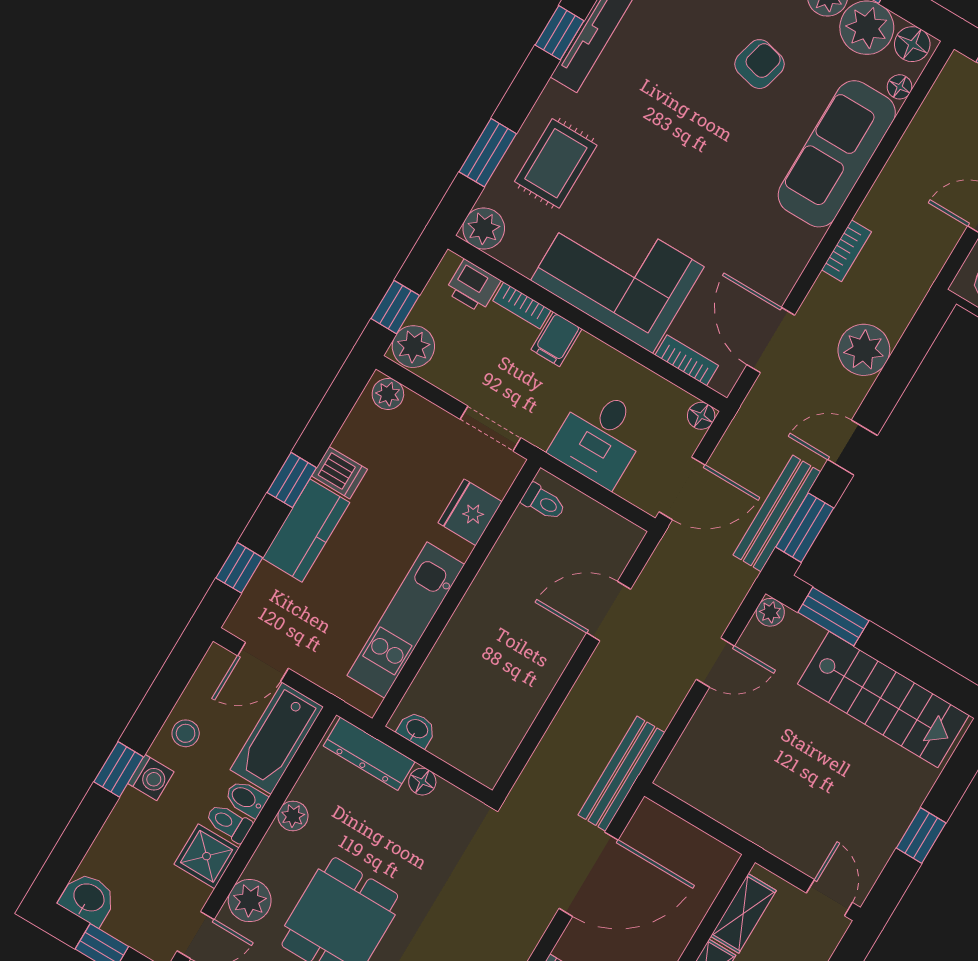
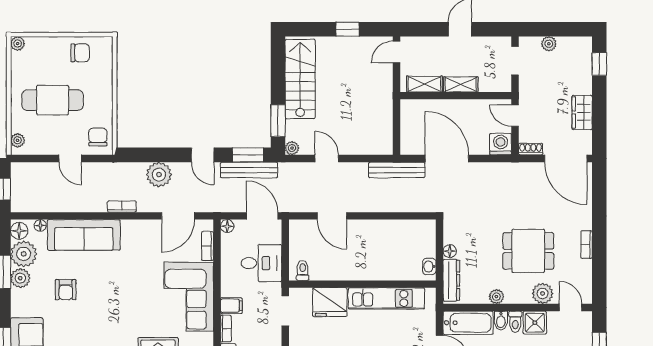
armchair: (759, 64) -> (66, 290), turned -104
fridge: (470, 512) -> (330, 302), width x1.36, depth x1.34

